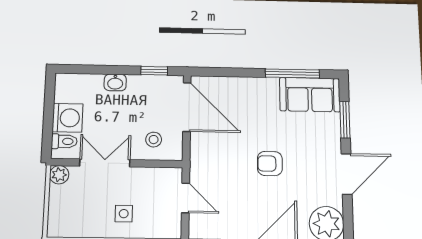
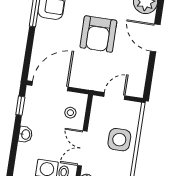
armchair: (270, 164) -> (98, 34), width x1.88, depth x1.88
side table: (124, 214) -> (119, 140), width x1.87, depth x1.87

